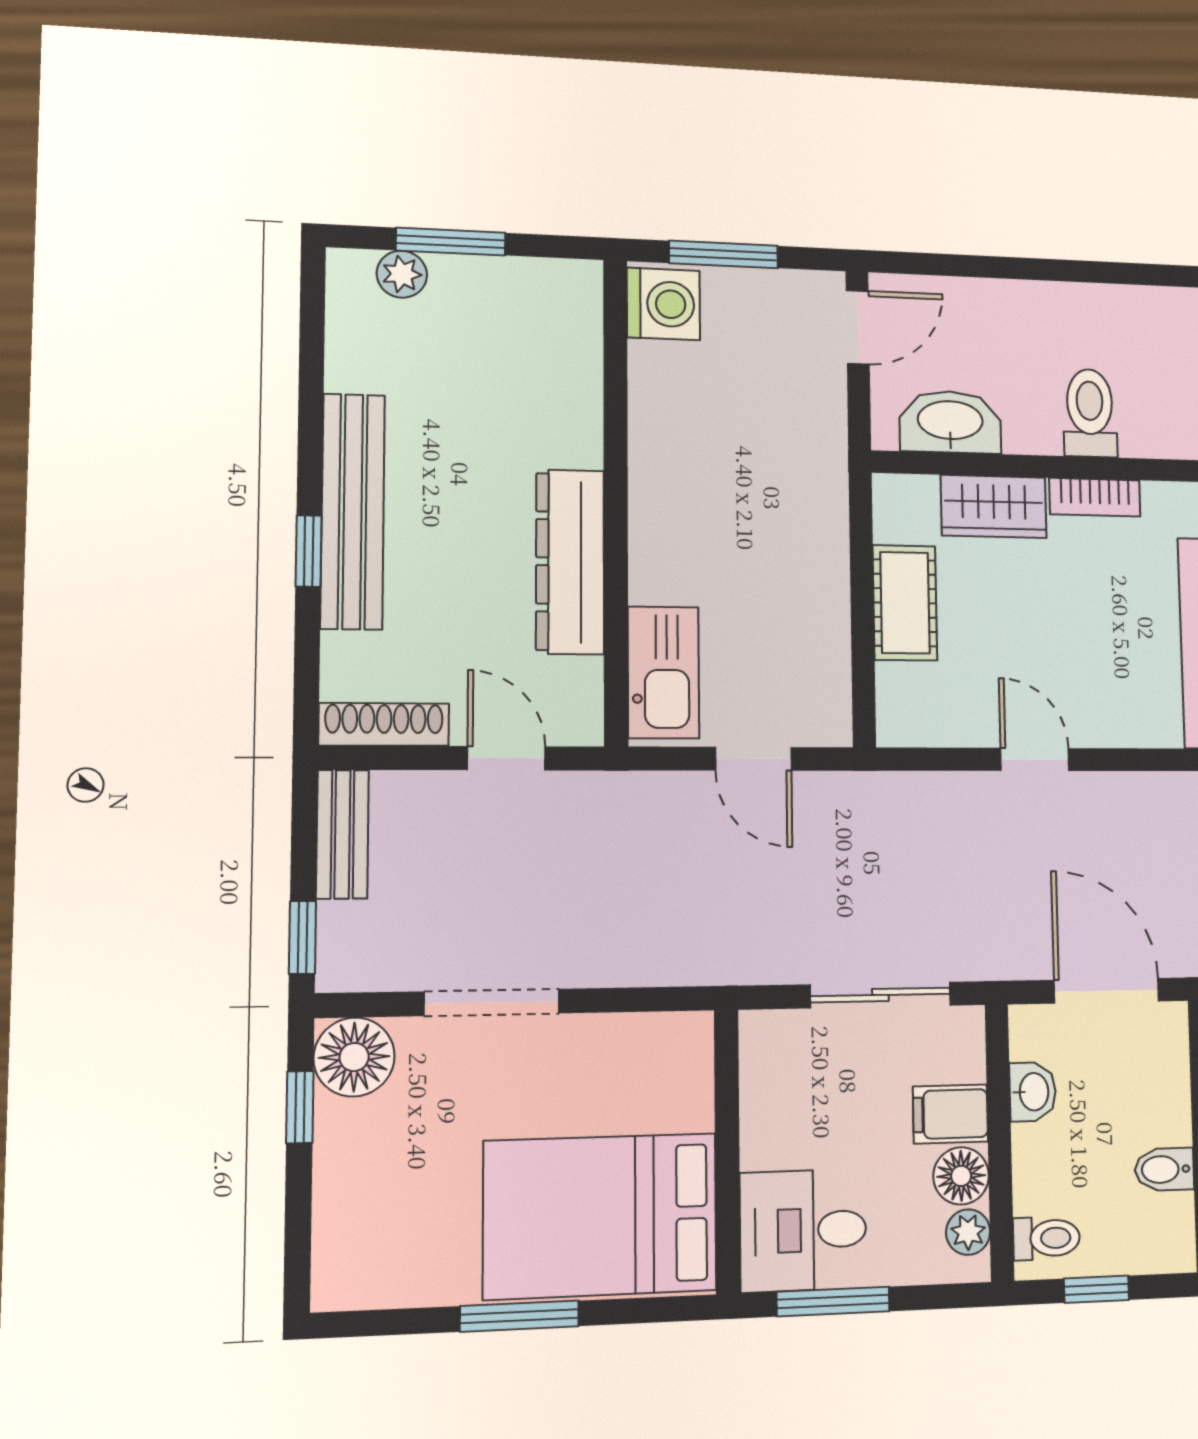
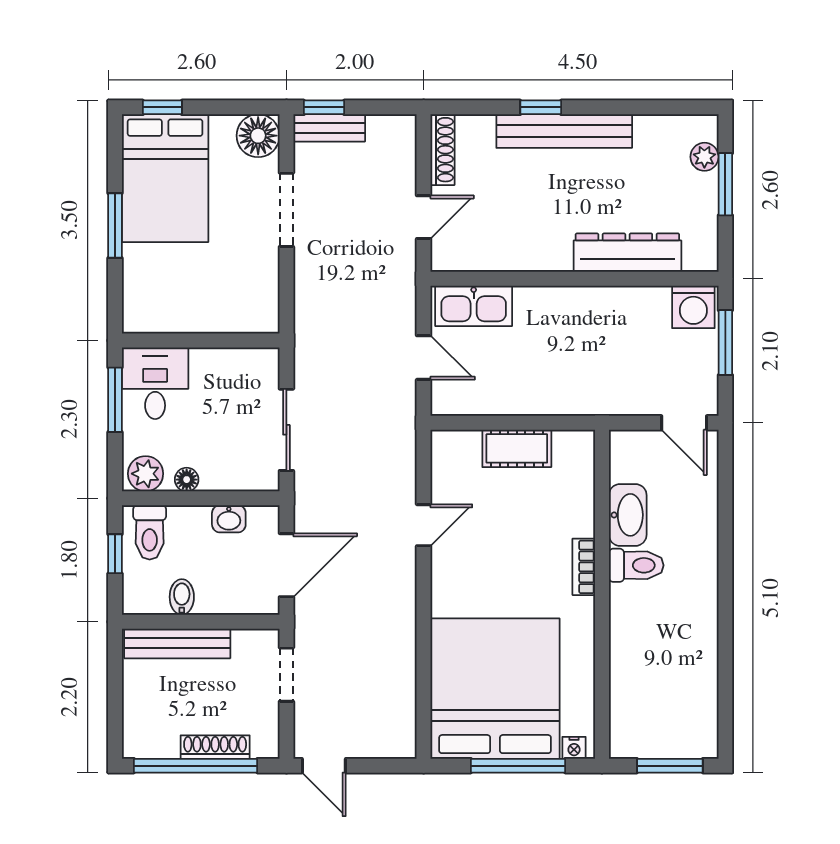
washbasin: (950, 422) -> (628, 515), moved
wardrobe: (994, 506) -> (576, 504), removed
dresser: (570, 562) -> (627, 253), moved
door: (753, 759) -> (424, 358), swing flipped
bench: (342, 834) -> (329, 128), moved
window: (300, 1107) -> (162, 107), moved
filing cabinet: (950, 1114) -> (217, 470), removed
floor lamp: (961, 1176) -> (187, 480), width x0.73, depth x0.73
bed: (600, 1216) -> (165, 178), moved, turned 180
plant: (968, 1232) -> (146, 474), width x1.38, depth x1.38
toilet: (1046, 1238) -> (150, 532), width x1.37, depth x1.39

